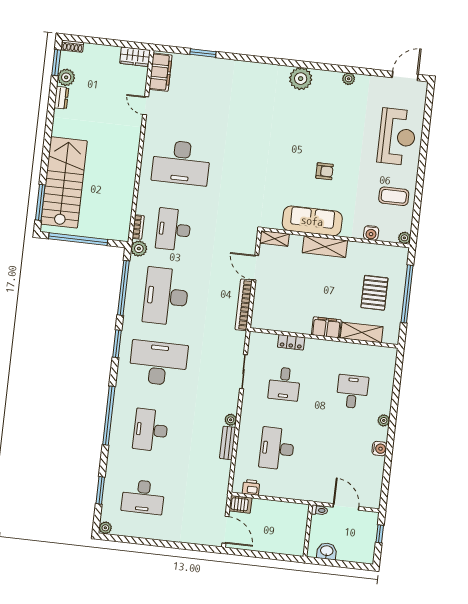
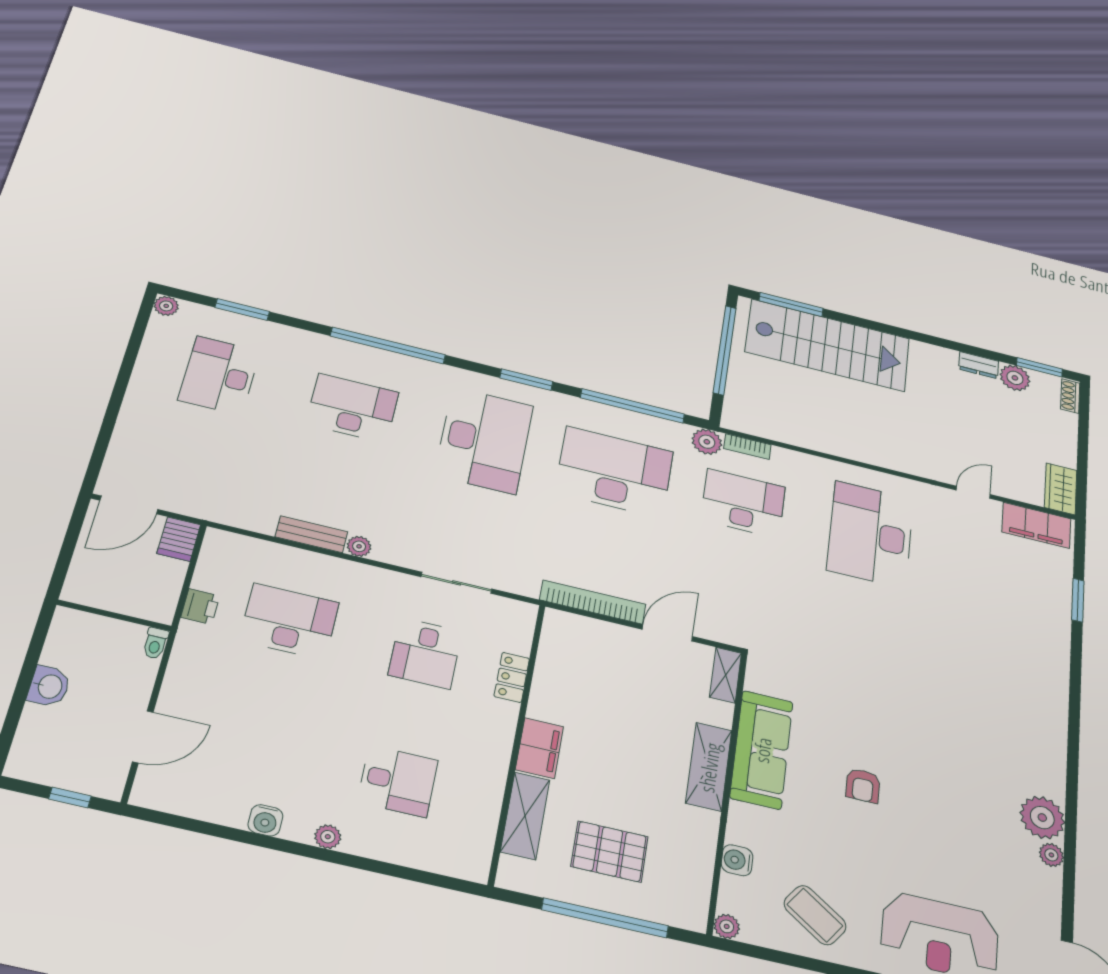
plant: (301, 79) -> (1042, 818), moved
coffee table: (394, 196) -> (815, 915), turned -55
desk: (284, 384) -> (425, 653), turned -90
printer: (251, 487) -> (200, 607), moved
toilet: (320, 510) -> (155, 643), moved
wall: (308, 531) -> (114, 615), moved

